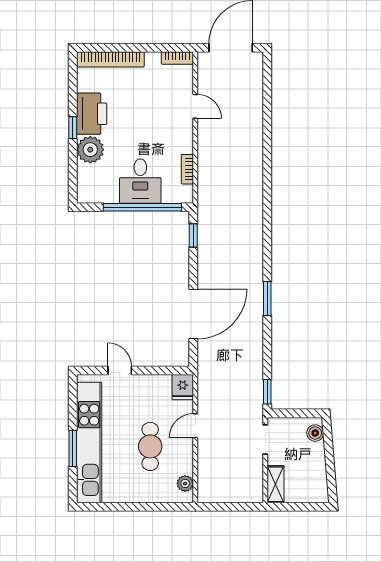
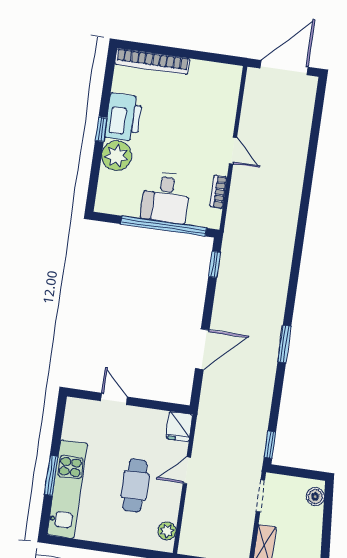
bookcase: (177, 58) -> (225, 70), removed
door: (195, 106) -> (233, 151), moved
door: (193, 314) -> (202, 349), width x0.73
kitchen unit: (89, 442) -> (67, 489), width x0.73

